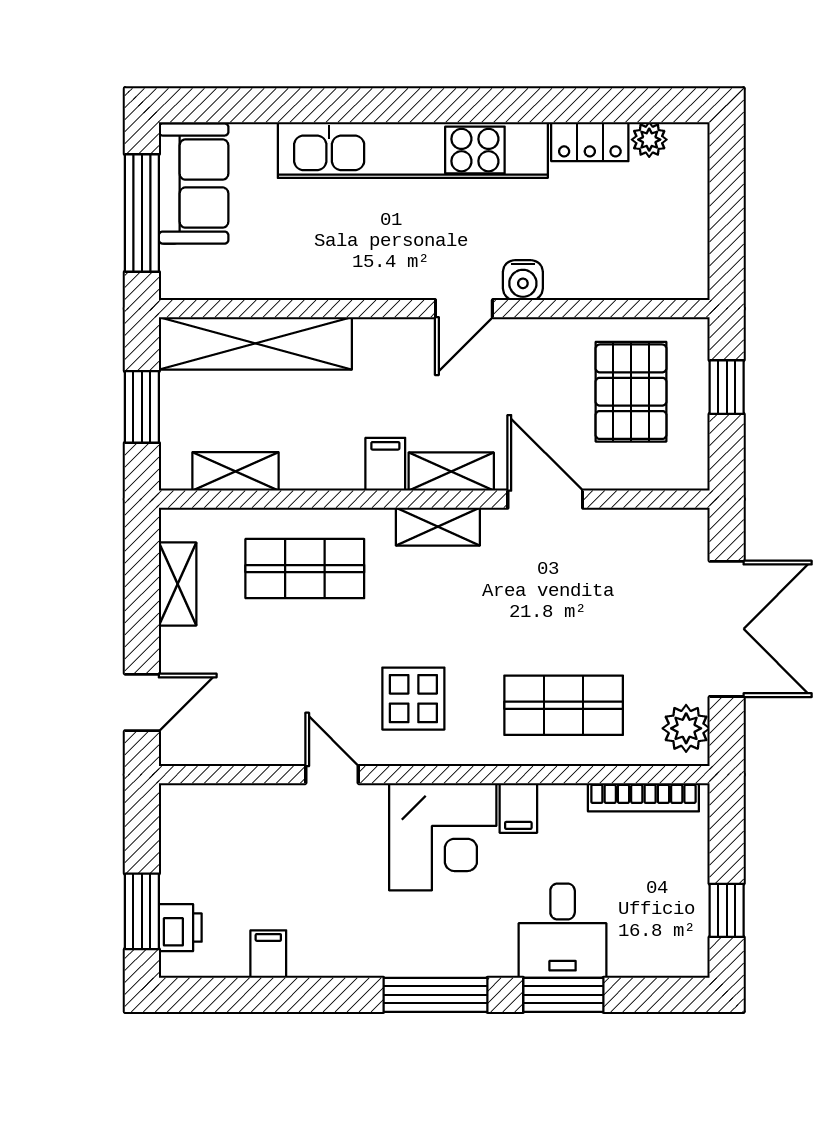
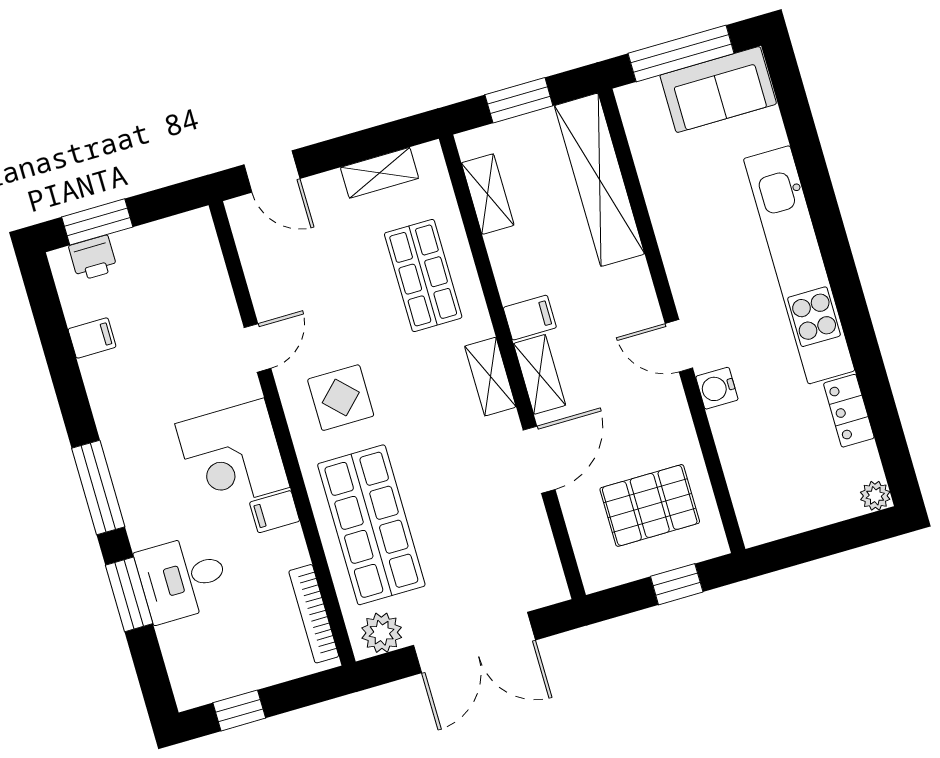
plant: (649, 140) -> (875, 496), moved
shop shelf: (564, 705) -> (371, 525), width x1.43, depth x1.36

